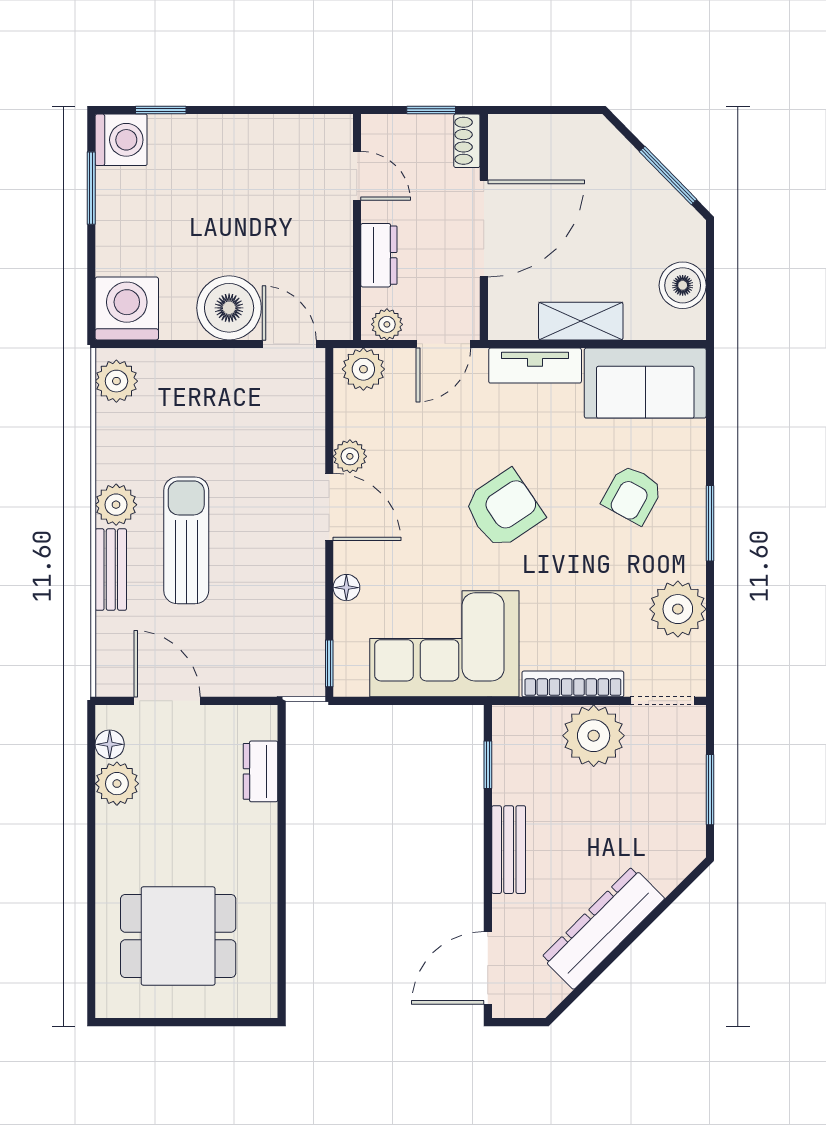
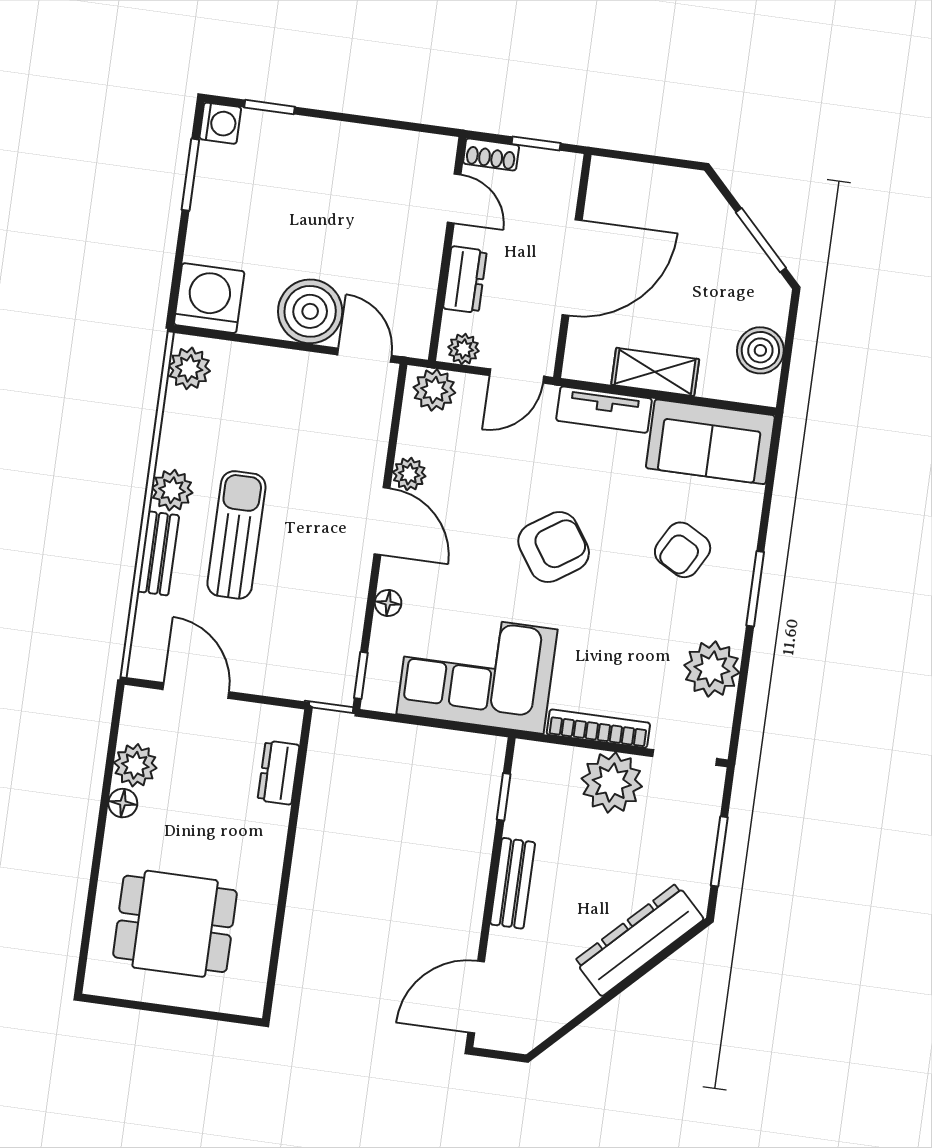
washing machine: (121, 140) -> (220, 123), width x0.73, depth x0.73
shoe rack: (467, 141) -> (491, 154), moved, turned -90
floor lamp: (110, 744) -> (123, 803), moved
dresser: (603, 928) -> (639, 940), moved

